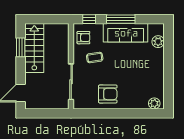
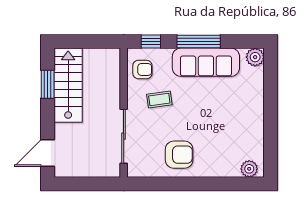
plant: (158, 42) -> (255, 57), moved

